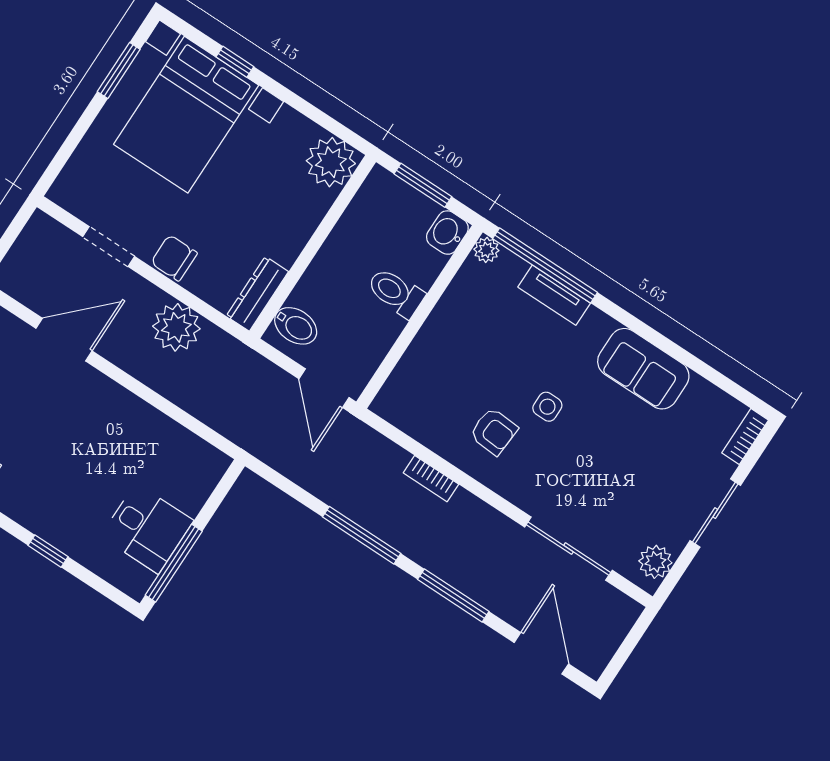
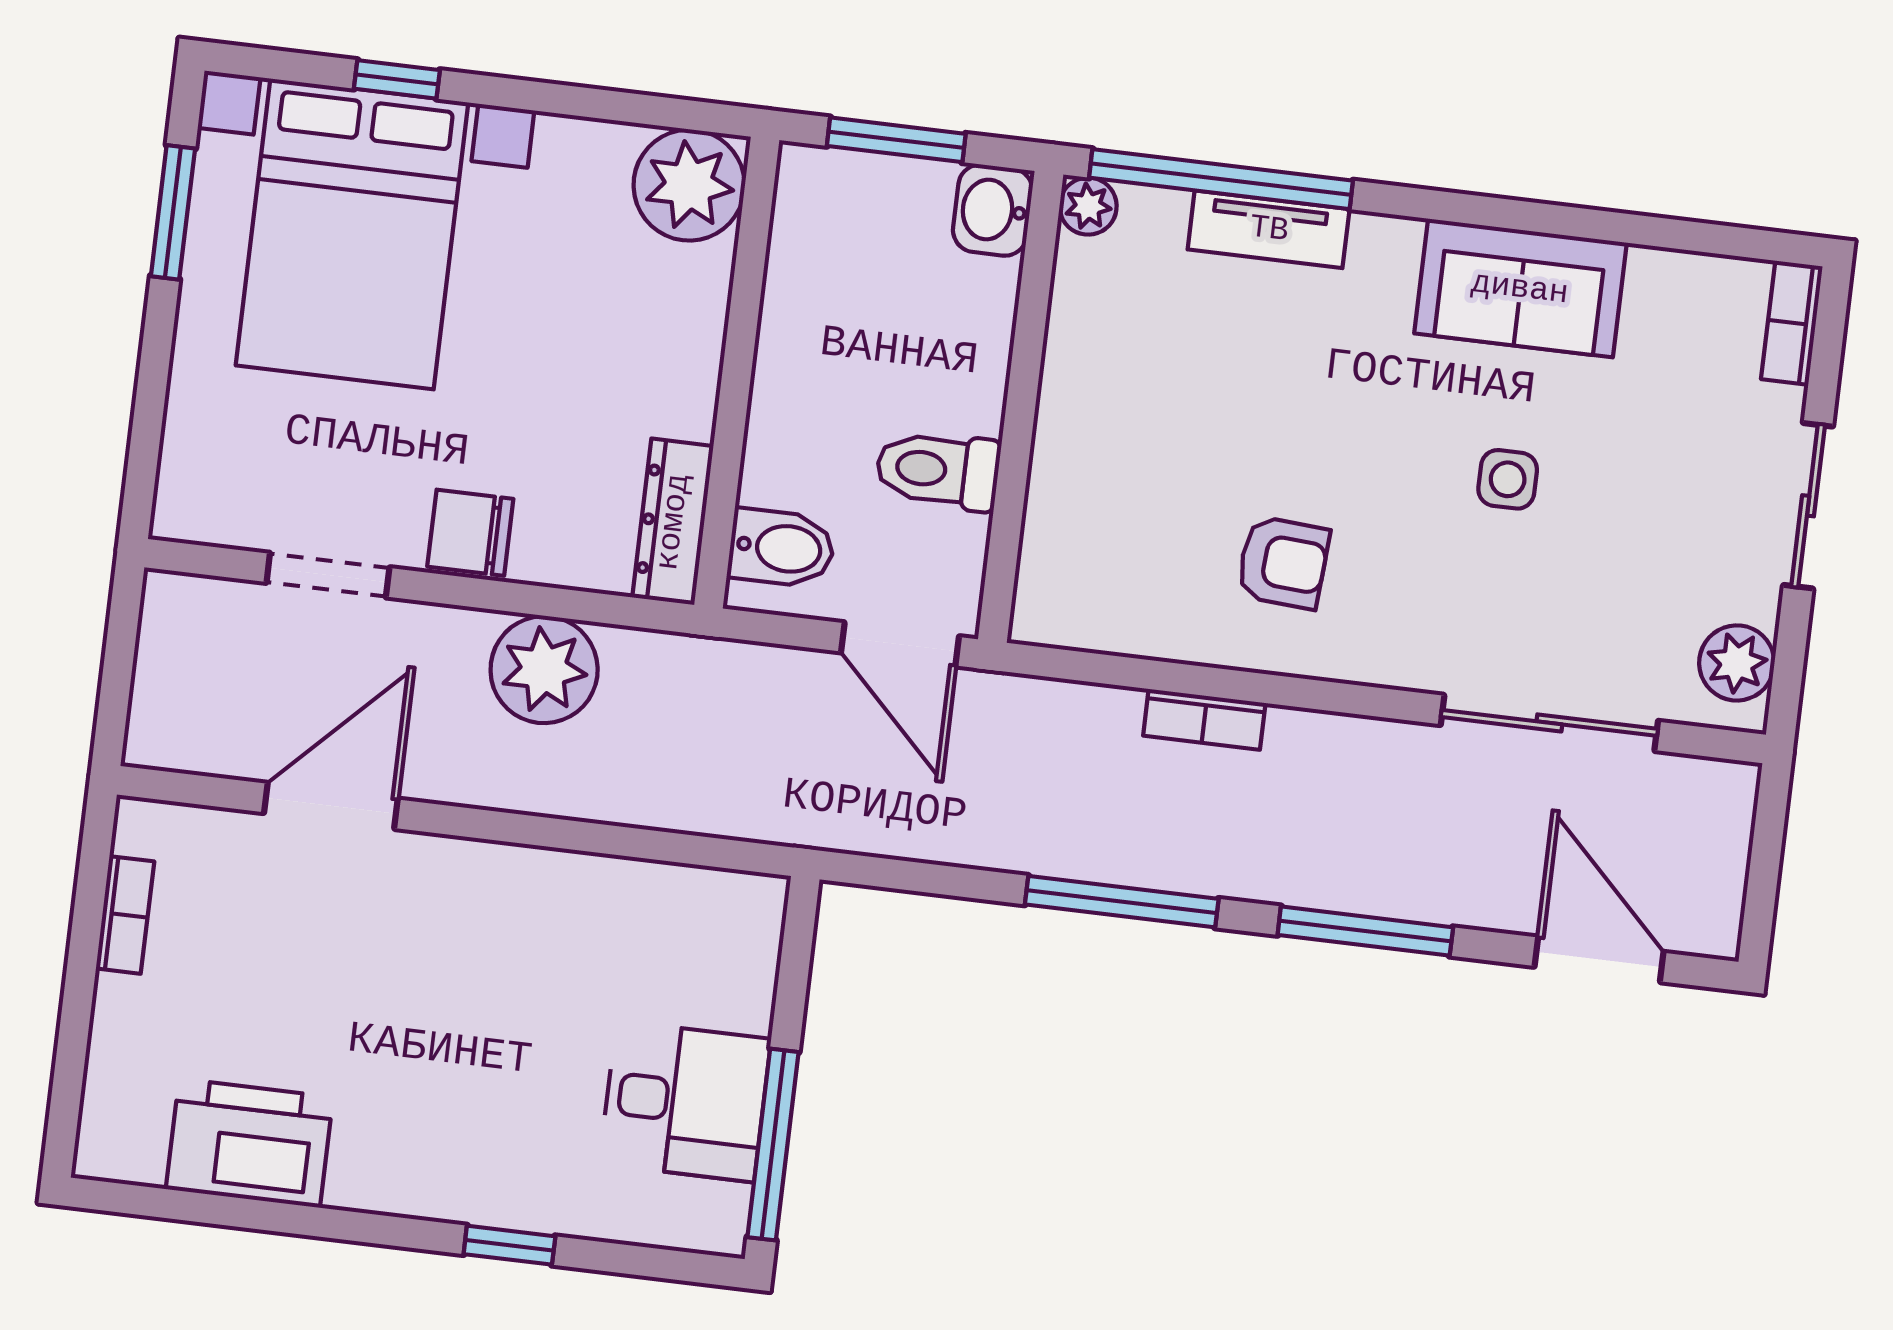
toilet: (396, 292) -> (938, 470), moved
side table: (547, 407) -> (1508, 479), moved

